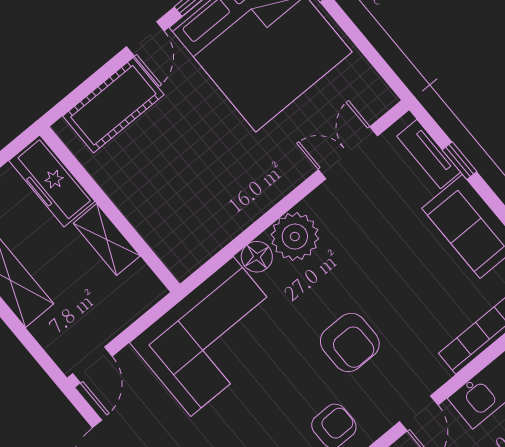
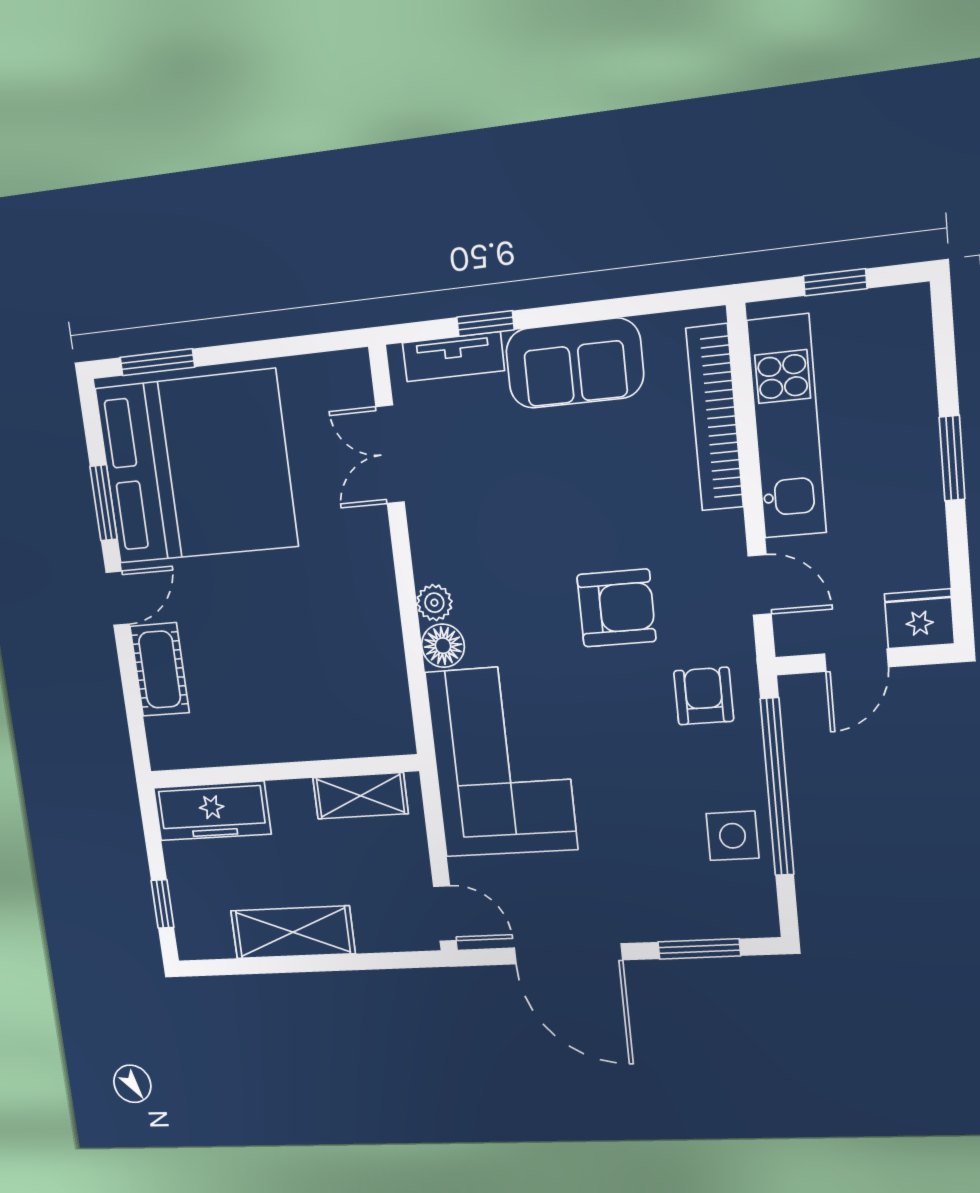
door: (145, 39) -> (118, 598), hinge flipped
cot: (113, 105) -> (160, 670), width x0.73, depth x0.75
plant: (295, 237) -> (434, 603), width x0.53, depth x0.53
shelving: (107, 240) -> (360, 796), moved

